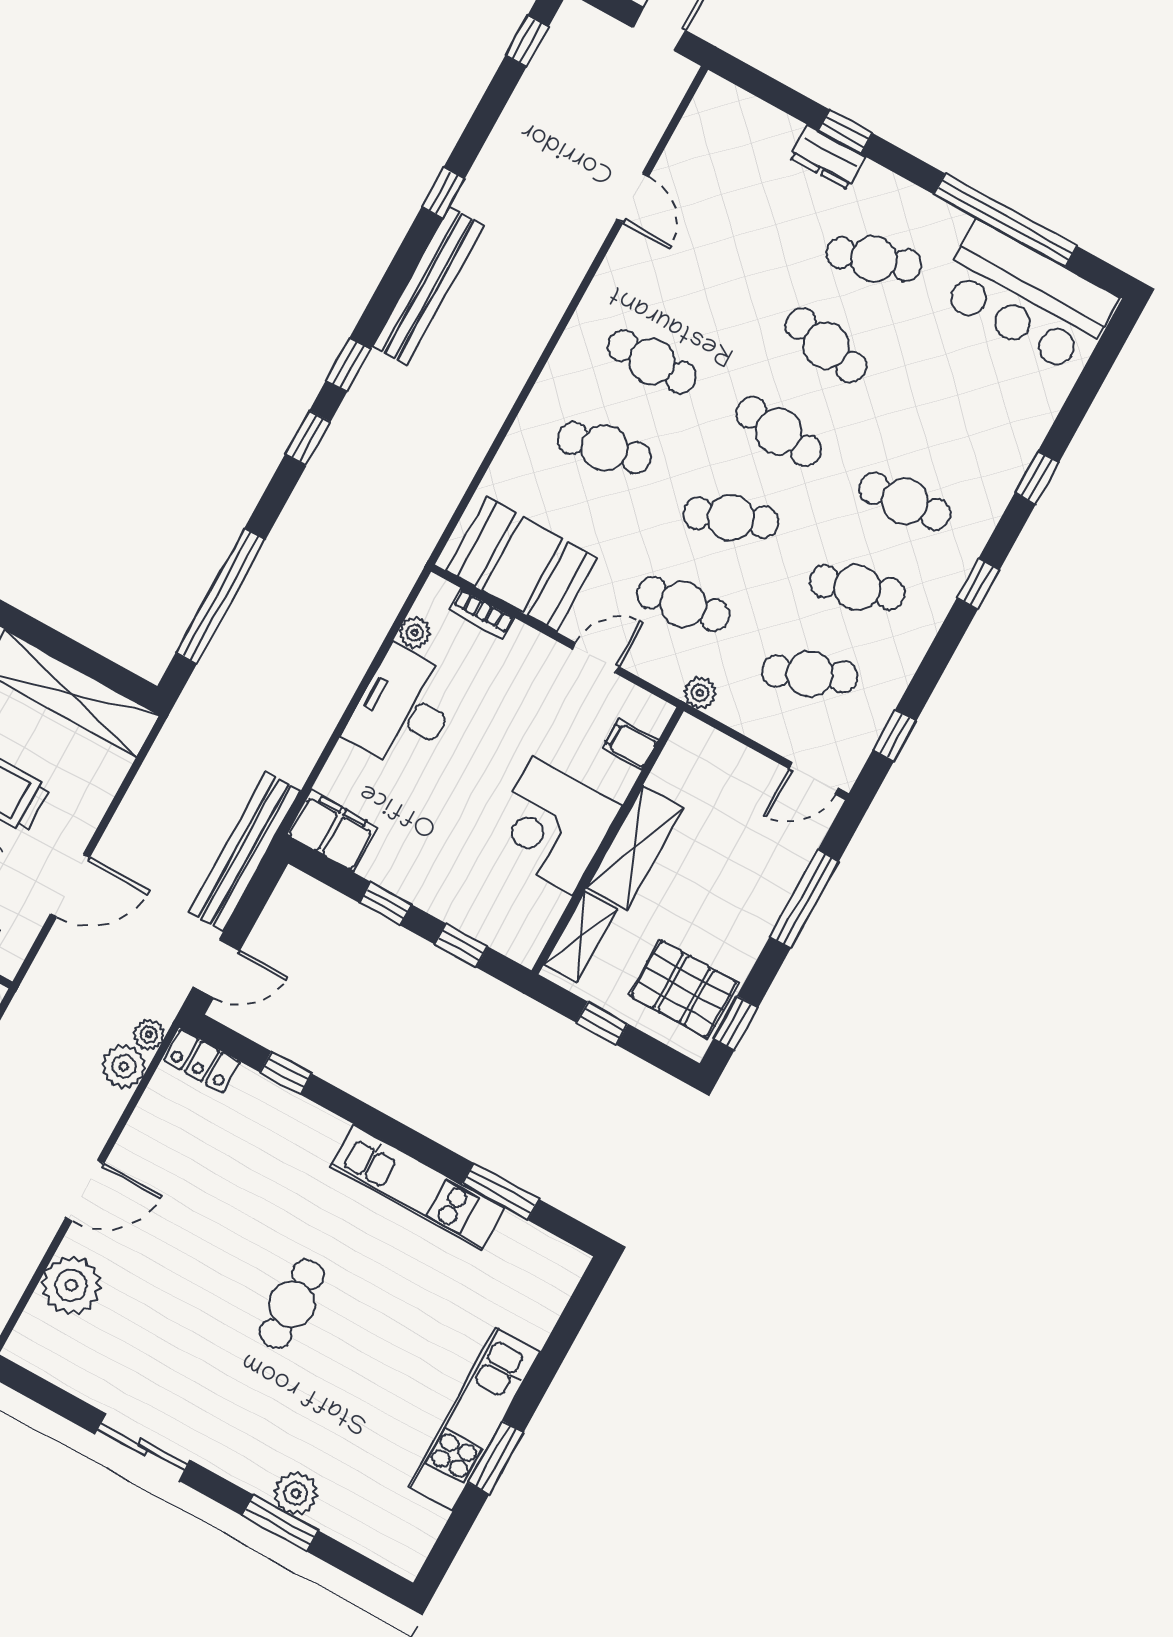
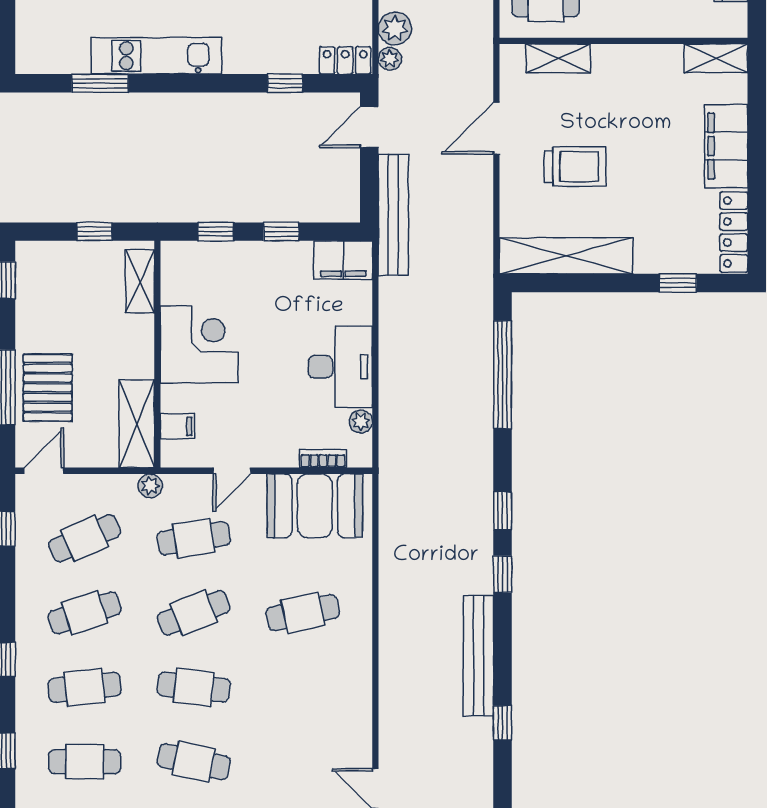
cafe table: (652, 362) -> (85, 762), moved
shelving: (635, 848) -> (137, 424), moved
pallet: (684, 989) -> (48, 388), moved, turned 90

